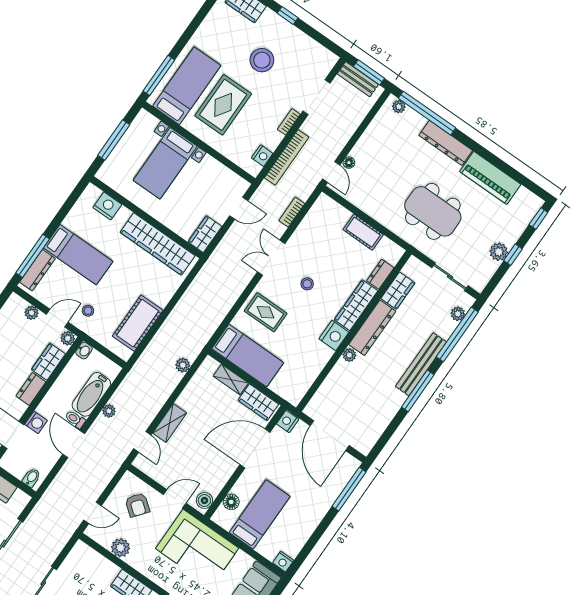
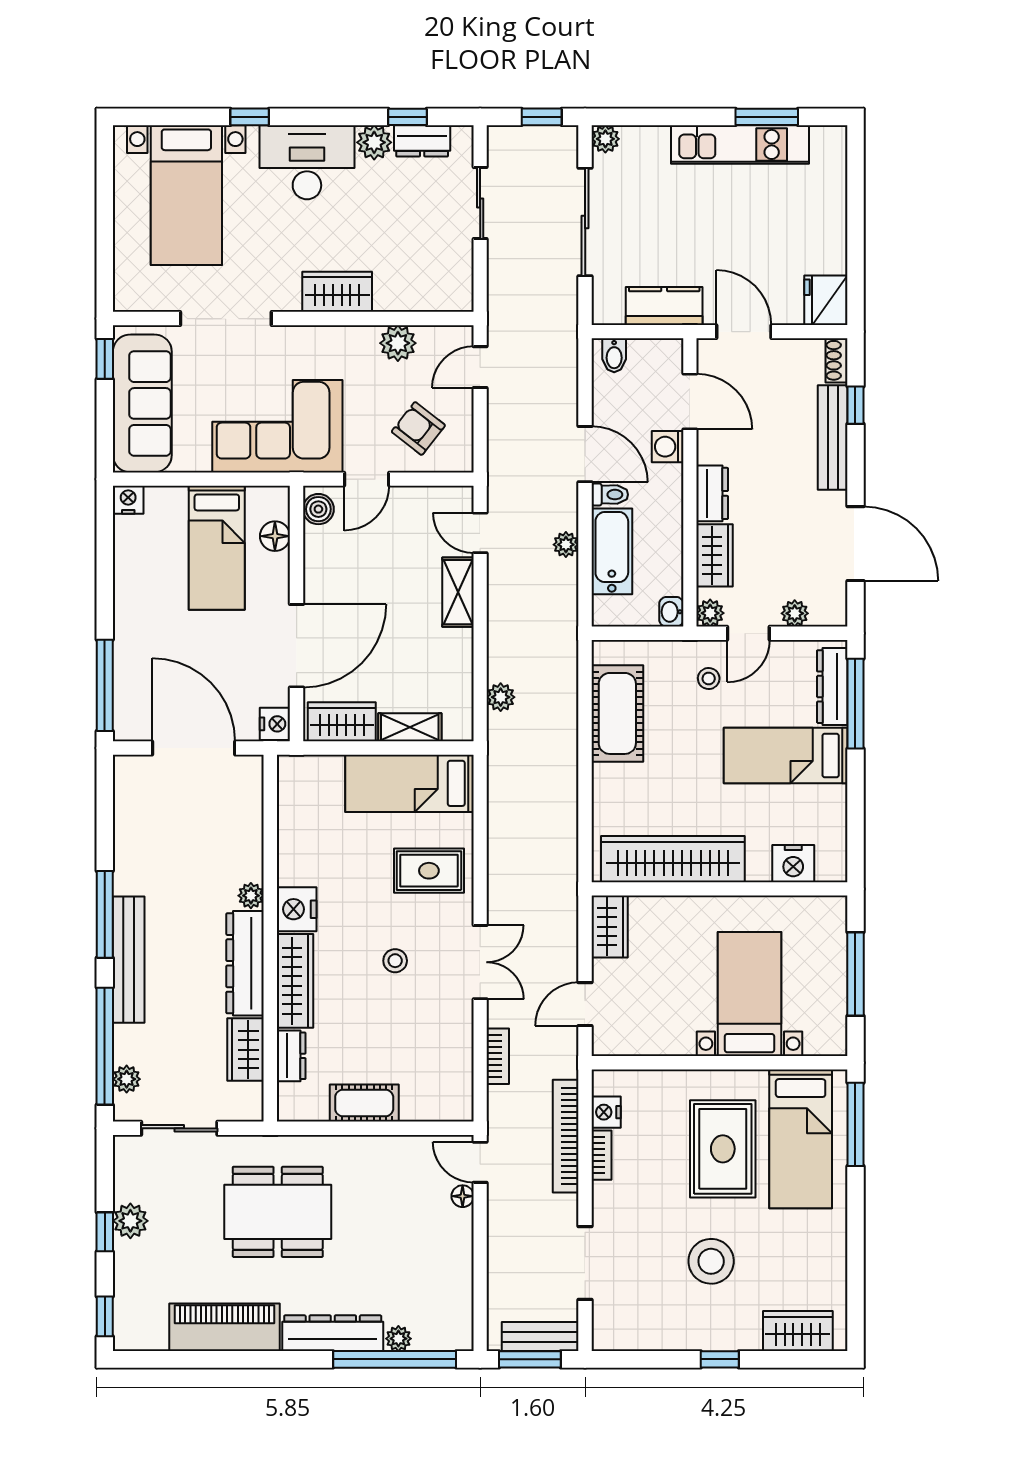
plant: (399, 107) -> (398, 1339), moved
bookcase: (289, 122) -> (601, 1155), moved

